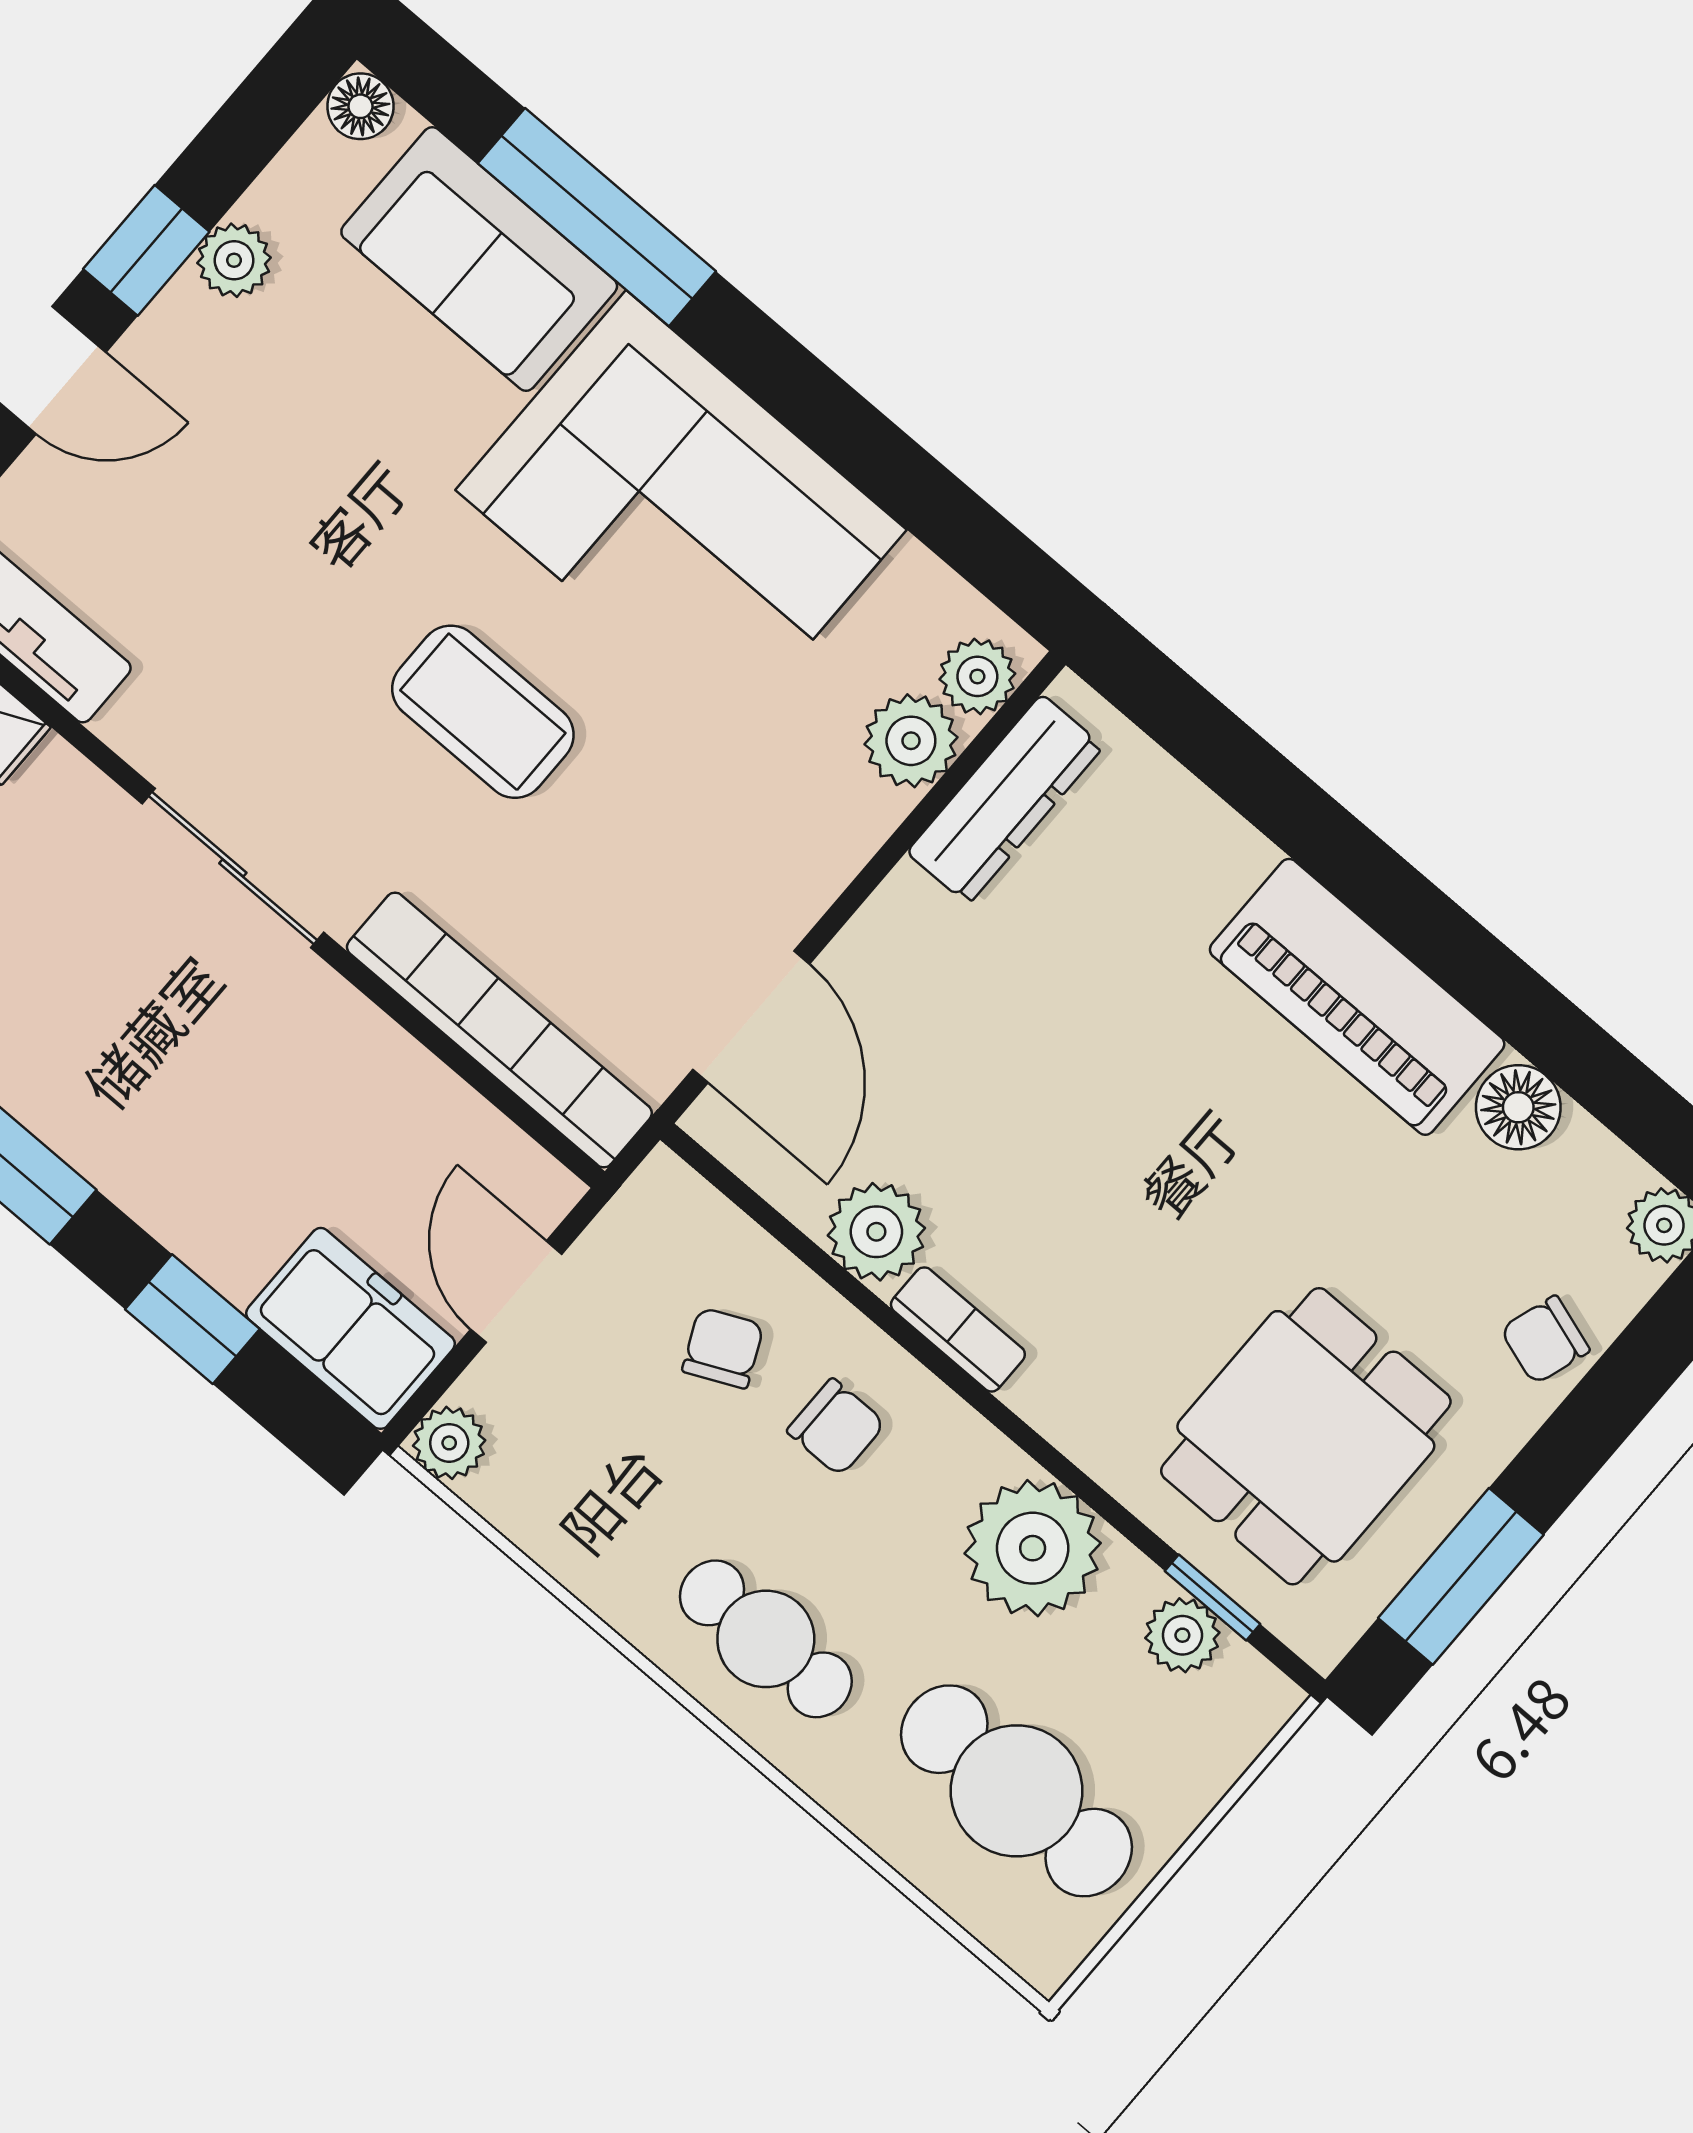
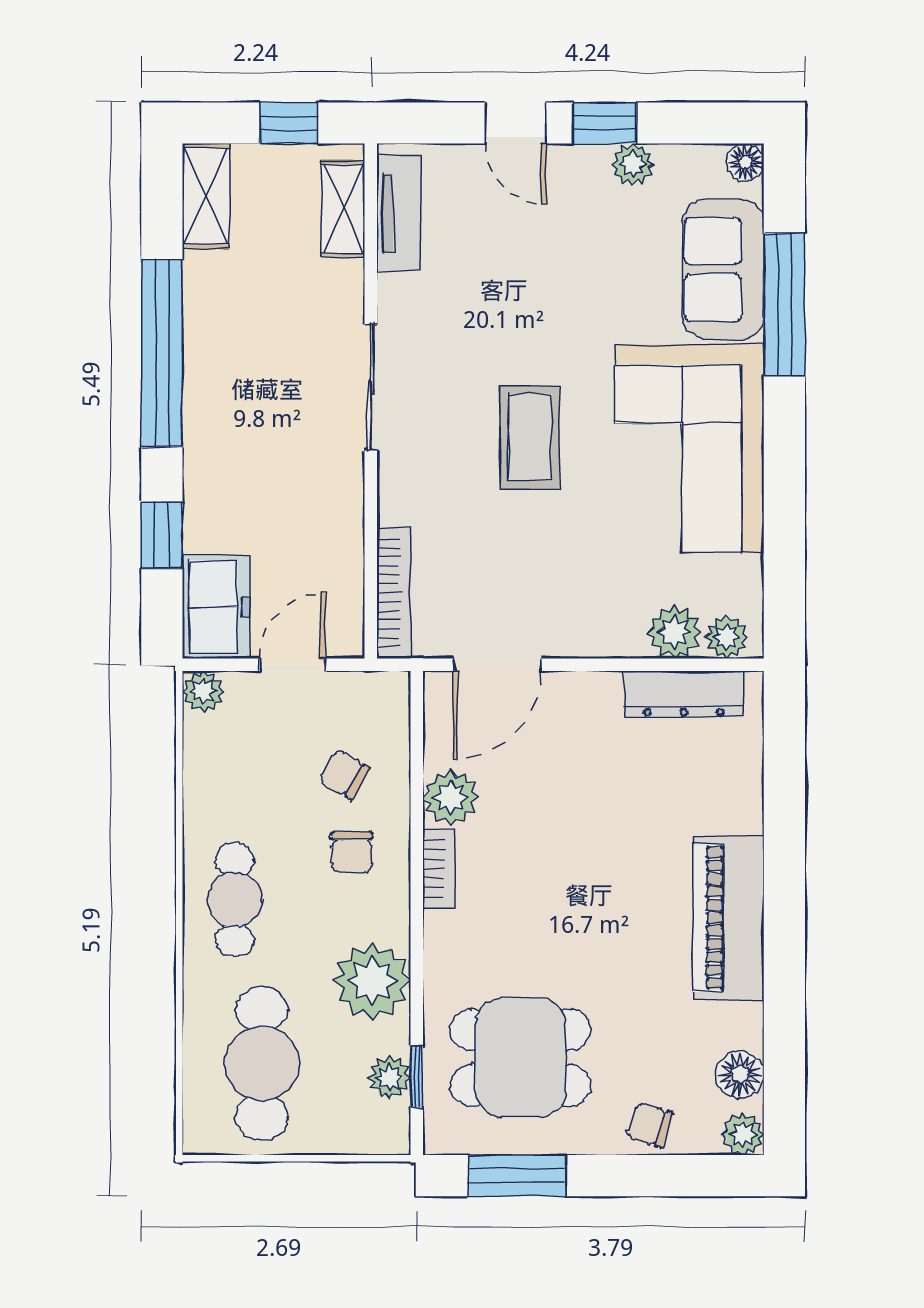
bookcase: (499, 1030) -> (394, 593), width x0.68, depth x0.76
floor lamp: (1518, 1107) -> (740, 1075), moved
chair: (723, 1348) -> (344, 774), turned -125

